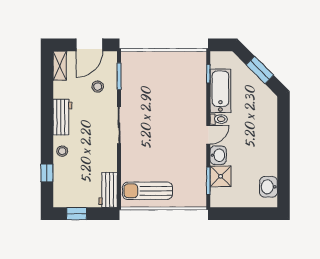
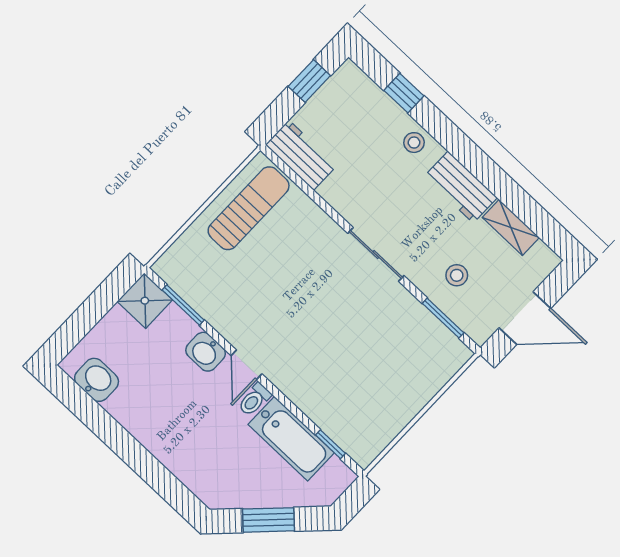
door: (89, 45) -> (525, 318), swing flipped
shelving: (60, 66) -> (511, 227), moved
shower: (221, 176) -> (145, 301), moved

